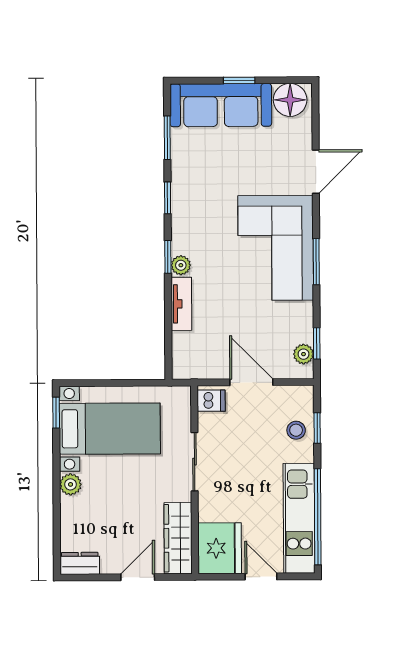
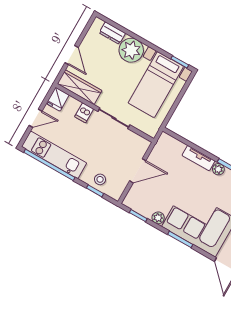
plant: (304, 354) -> (158, 218), moved
dishwasher: (211, 401) -> (84, 113), moved
plant: (71, 484) -> (131, 50), width x1.87, depth x1.87
fridge: (220, 548) -> (58, 99), width x0.53, depth x0.75
dresser: (80, 563) -> (112, 33), moved, turned 90

